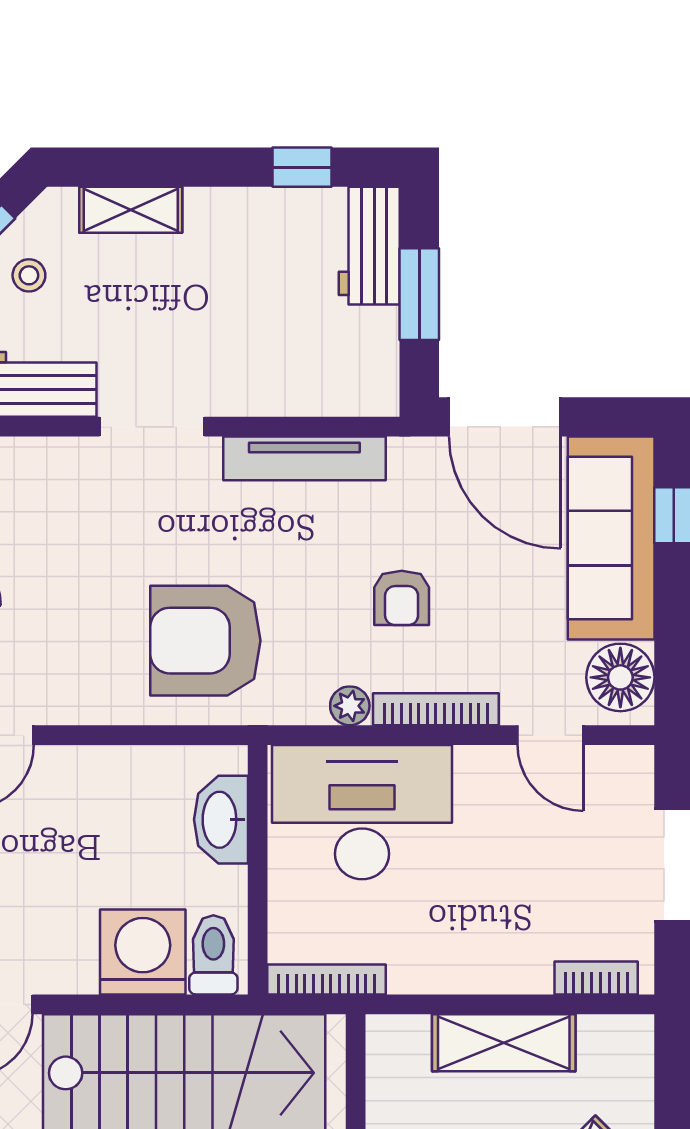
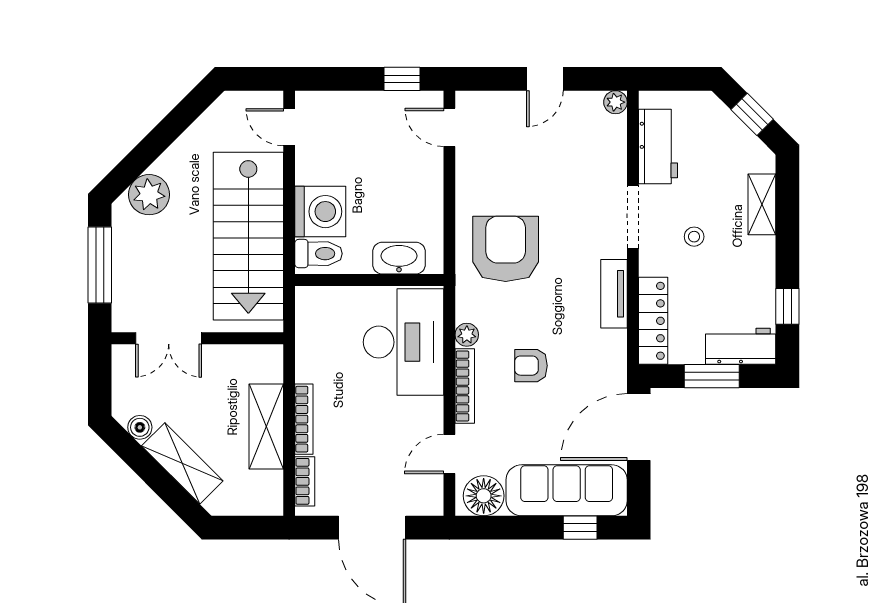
stool: (29, 275) -> (694, 237), moved
locker: (326, 393) -> (653, 321), added
tv unit: (304, 458) -> (614, 294), width x0.71
bookcase: (327, 979) -> (304, 419), moved

